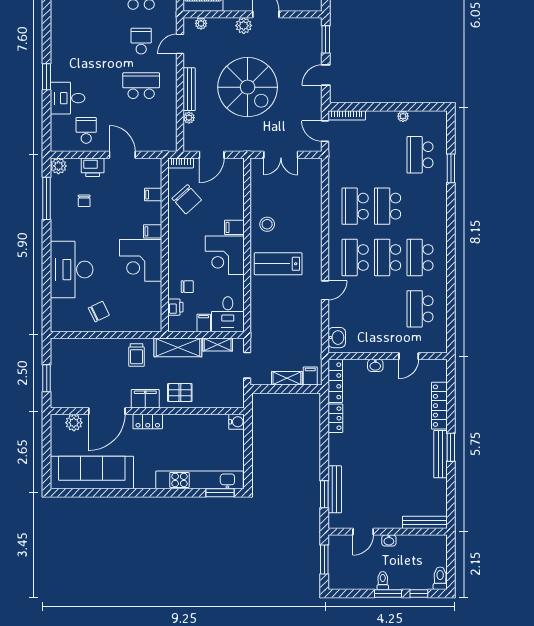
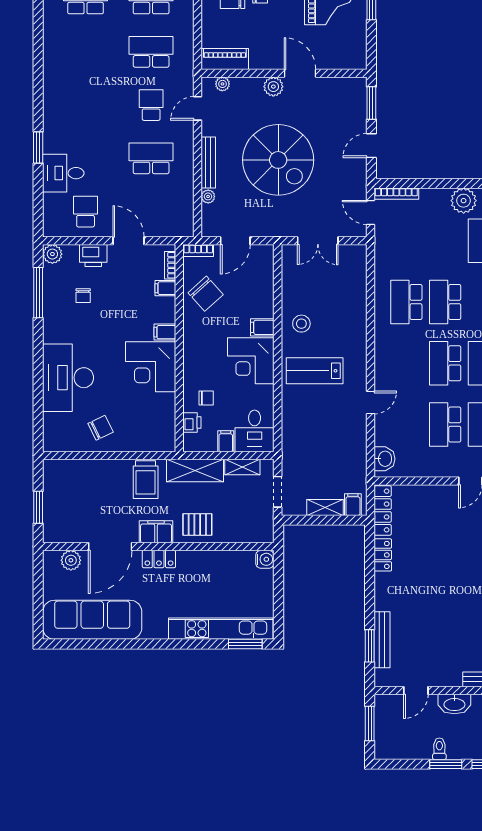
plant: (403, 116) -> (464, 201), width x1.88, depth x1.88
bookcase: (157, 175) -> (170, 265), added
school desk: (355, 257) -> (445, 425), moved
trolley: (137, 355) -> (146, 480), width x1.36, depth x1.39
washbasin: (375, 365) -> (431, 492), removed
washbasin: (389, 540) -> (454, 704), width x1.91, depth x1.45

